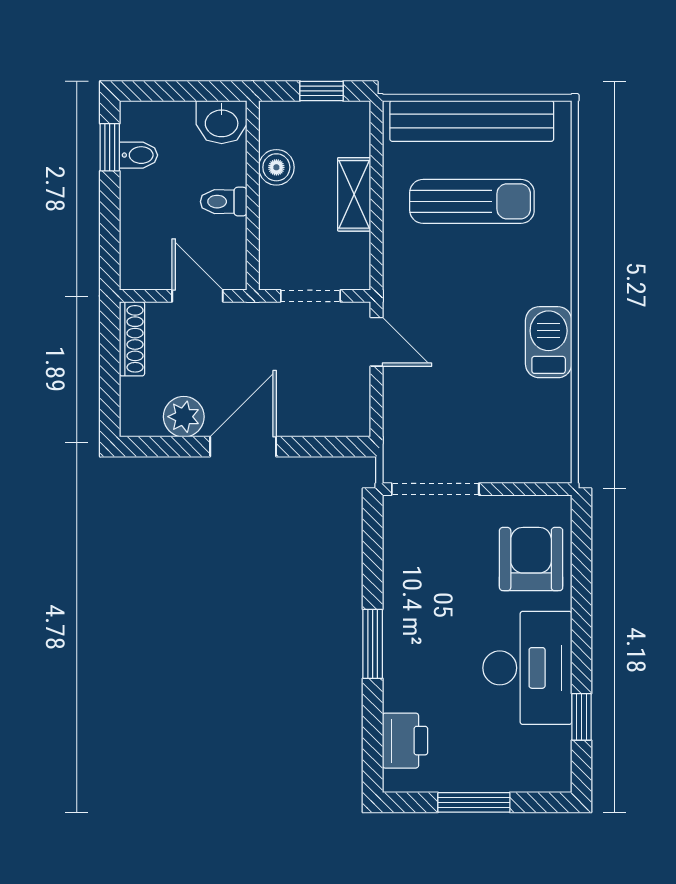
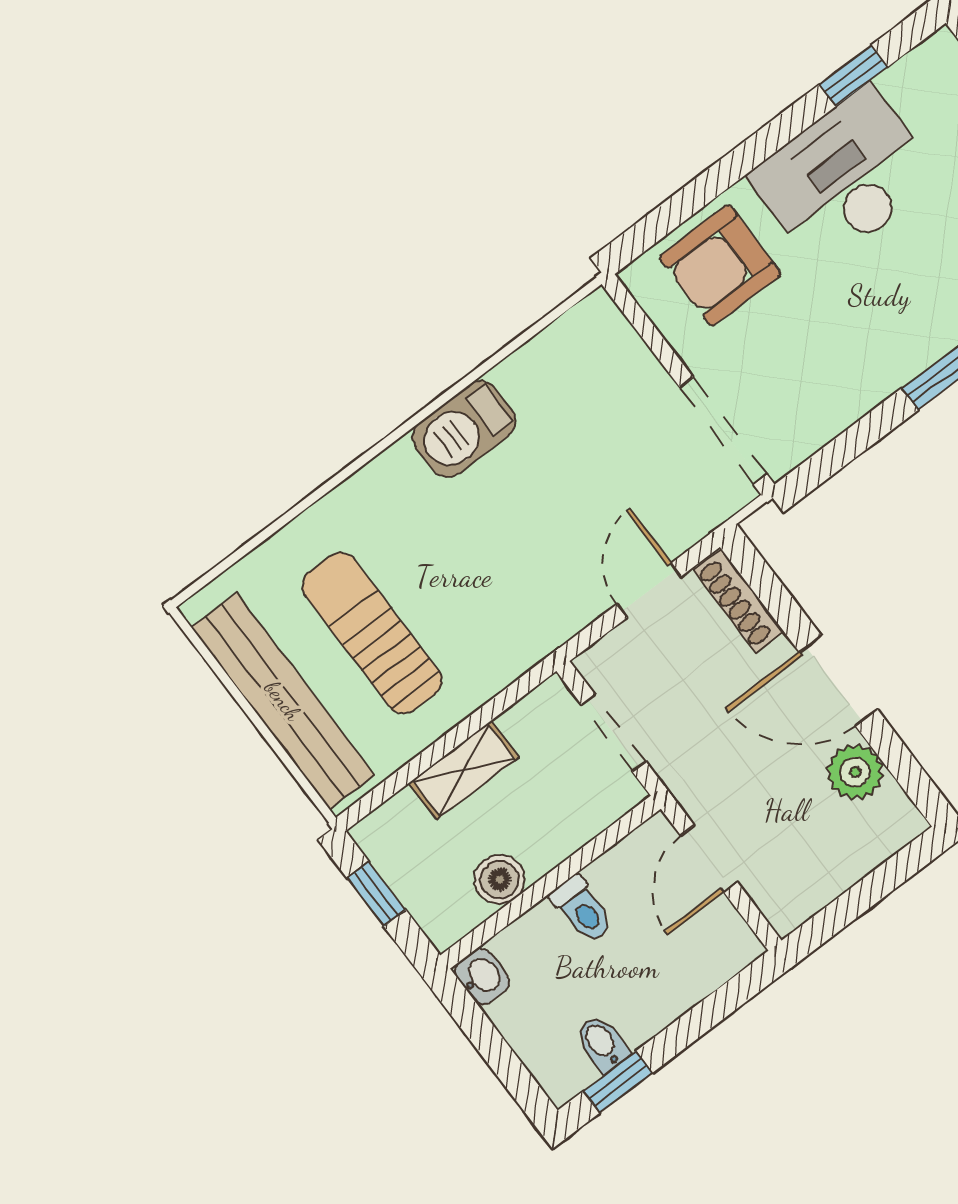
washbasin: (222, 122) -> (482, 977), width x0.72, depth x0.69
shoe rack: (132, 339) -> (739, 601), moved, turned -90
door: (376, 342) -> (649, 590), moved

